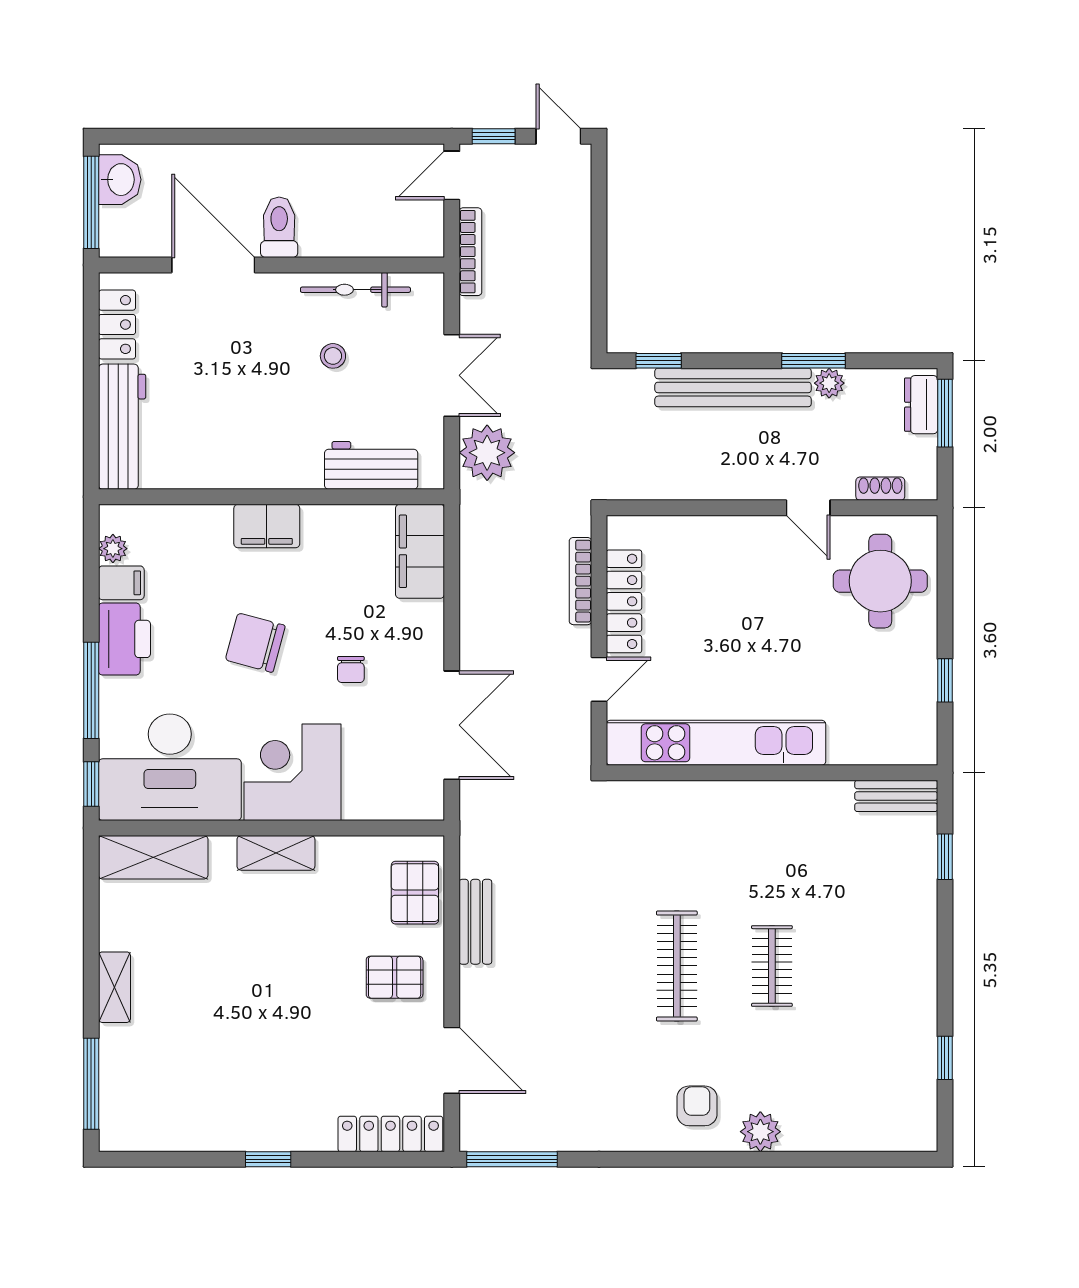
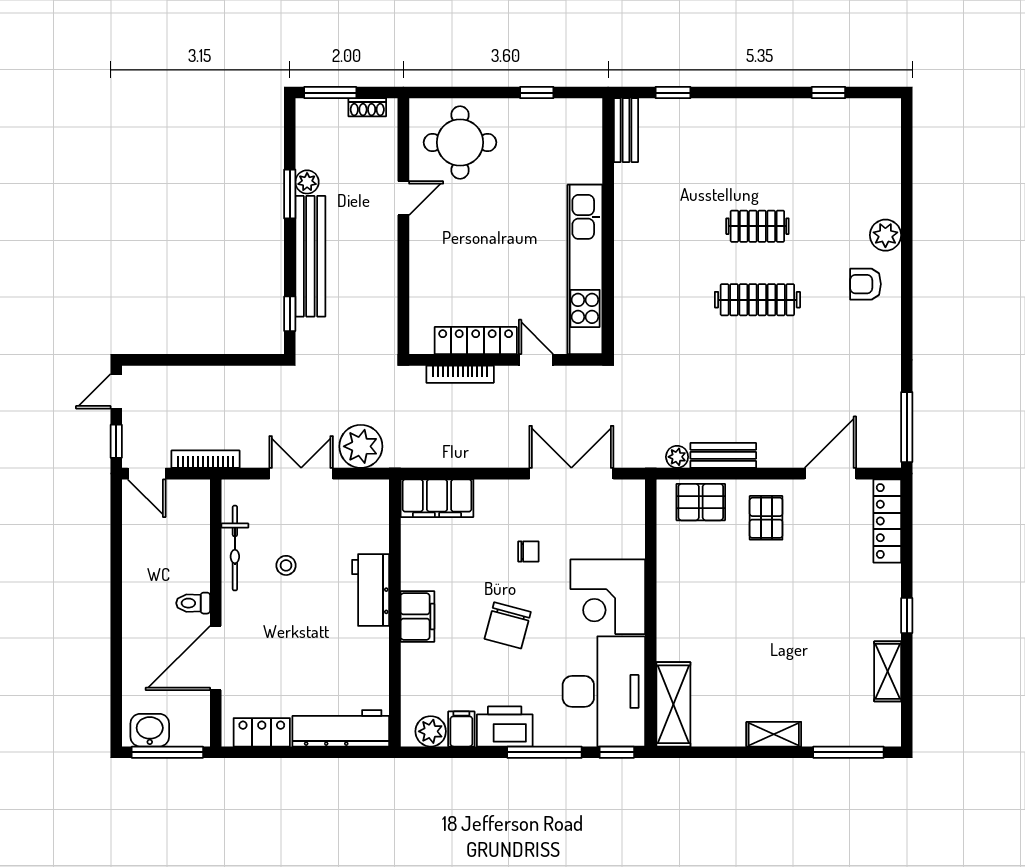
toilet: (279, 227) -> (193, 603), width x0.73, depth x0.72
dresser: (921, 405) -> (324, 111), removed
workbench: (371, 465) -> (371, 590), moved
shoe rack: (880, 489) -> (367, 107), moved, turned -90
plant: (113, 549) -> (431, 731), width x1.38, depth x1.38
shelving: (276, 853) -> (888, 671), moved
plant: (473, 862) -> (677, 457), added

